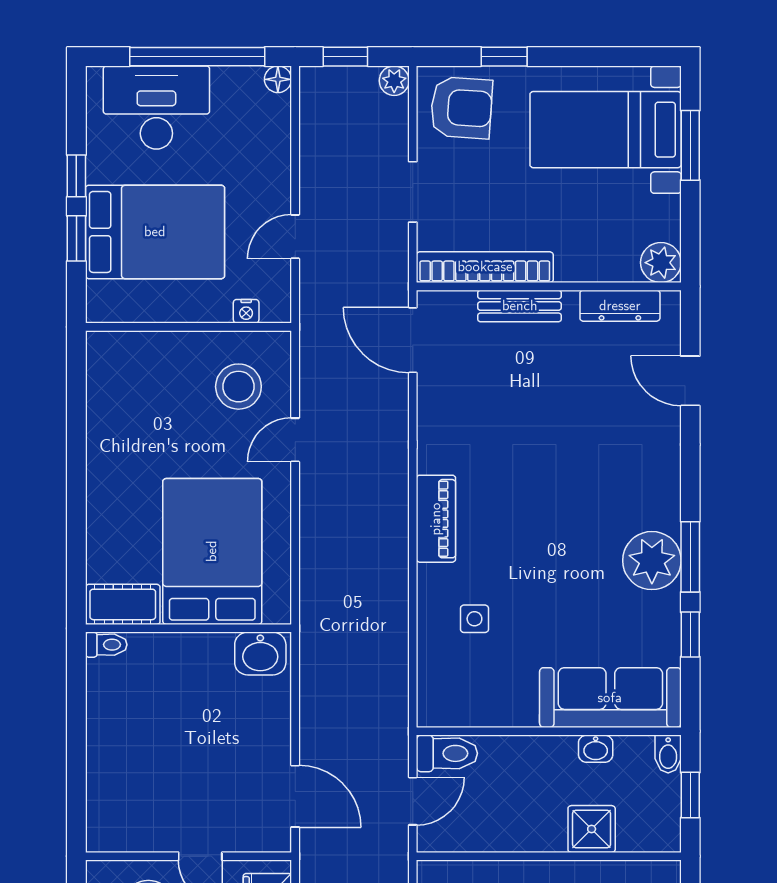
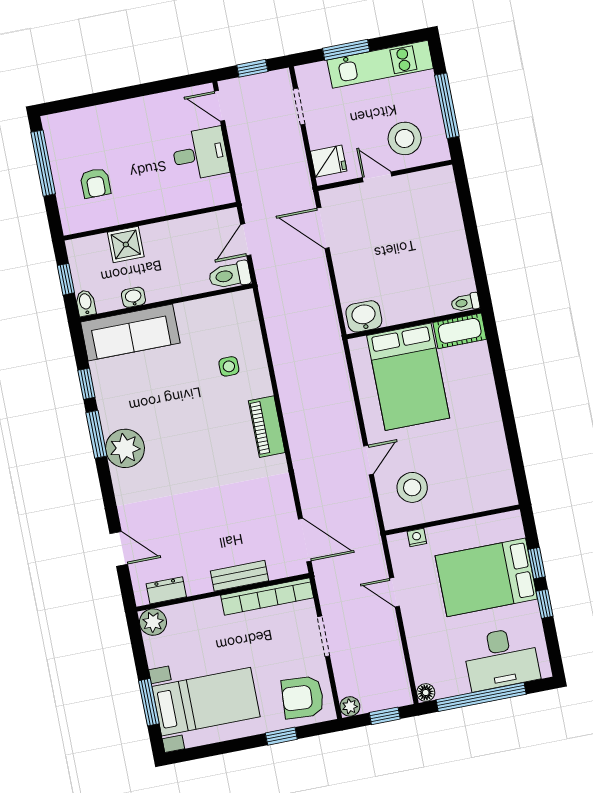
door: (295, 237) -> (394, 592), swing flipped
dresser: (620, 306) -> (166, 590), width x0.70
plant: (652, 561) -> (125, 448), moved

